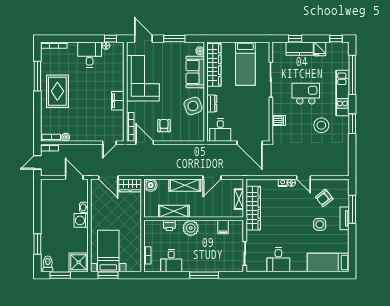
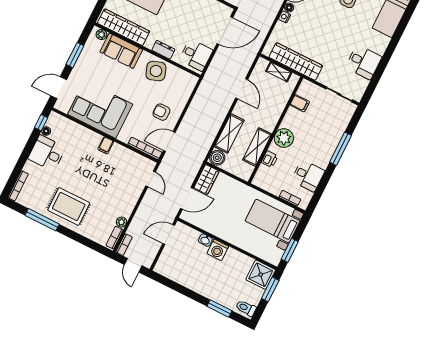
filing cabinet: (118, 101) -> (106, 145), width x0.50
shelving: (185, 185) -> (229, 133), moved
bed with nightstands: (108, 251) -> (273, 221), moved
window: (60, 275) -> (270, 289), moved

